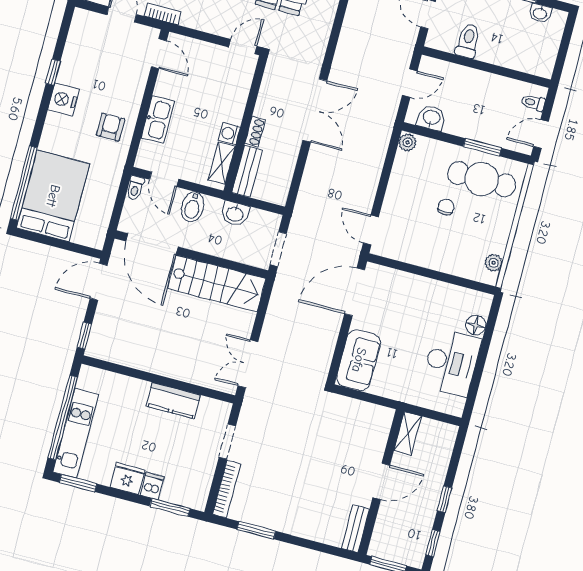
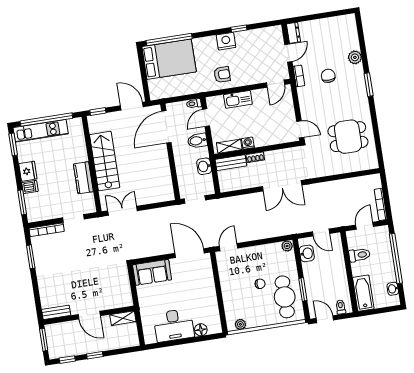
bathtub: (527, 60) -> (363, 293), added
stairs: (217, 284) -> (105, 161), moved, turned 180

